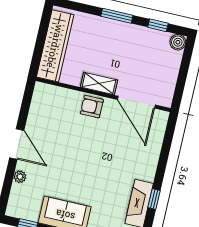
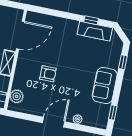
plant: (53, 95) -> (17, 96), added
armchair: (92, 107) -> (48, 74), moved, turned -90

